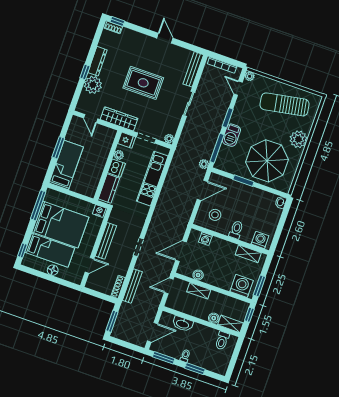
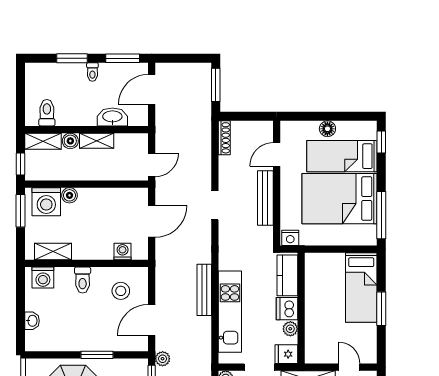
washbasin: (281, 202) -> (32, 321), moved
boiler: (198, 275) -> (70, 195), moved
bench: (132, 286) -> (204, 290), moved
shelving: (199, 291) -> (97, 141), moved

